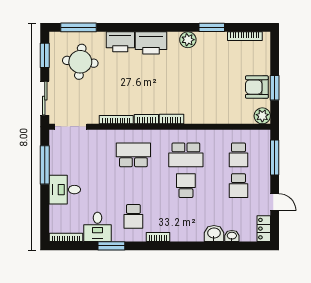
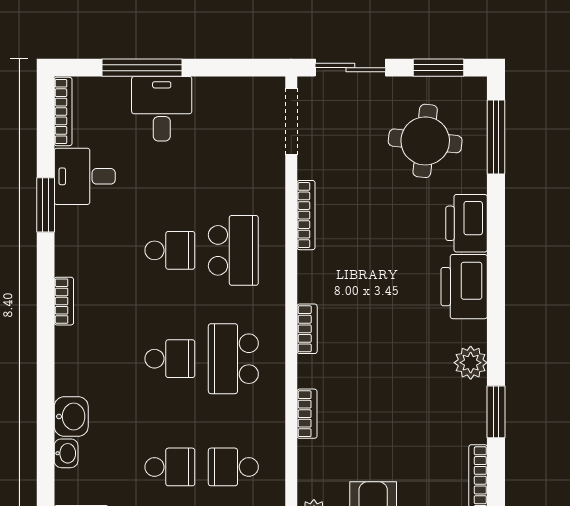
bookcase: (146, 119) -> (307, 414), moved
window: (45, 165) -> (142, 68), moved
school desk: (238, 186) -> (170, 467), turned 180
school desk: (133, 216) -> (170, 250), moved, turned 180

